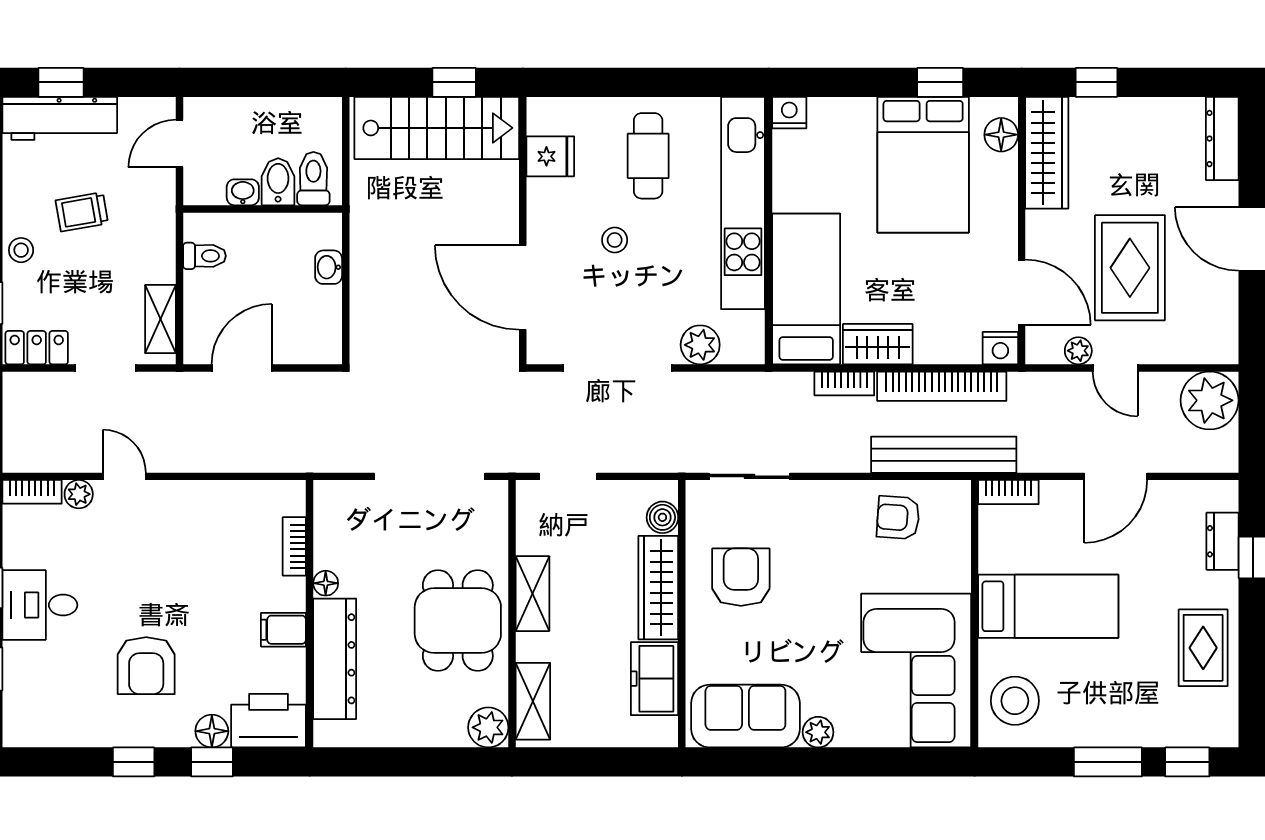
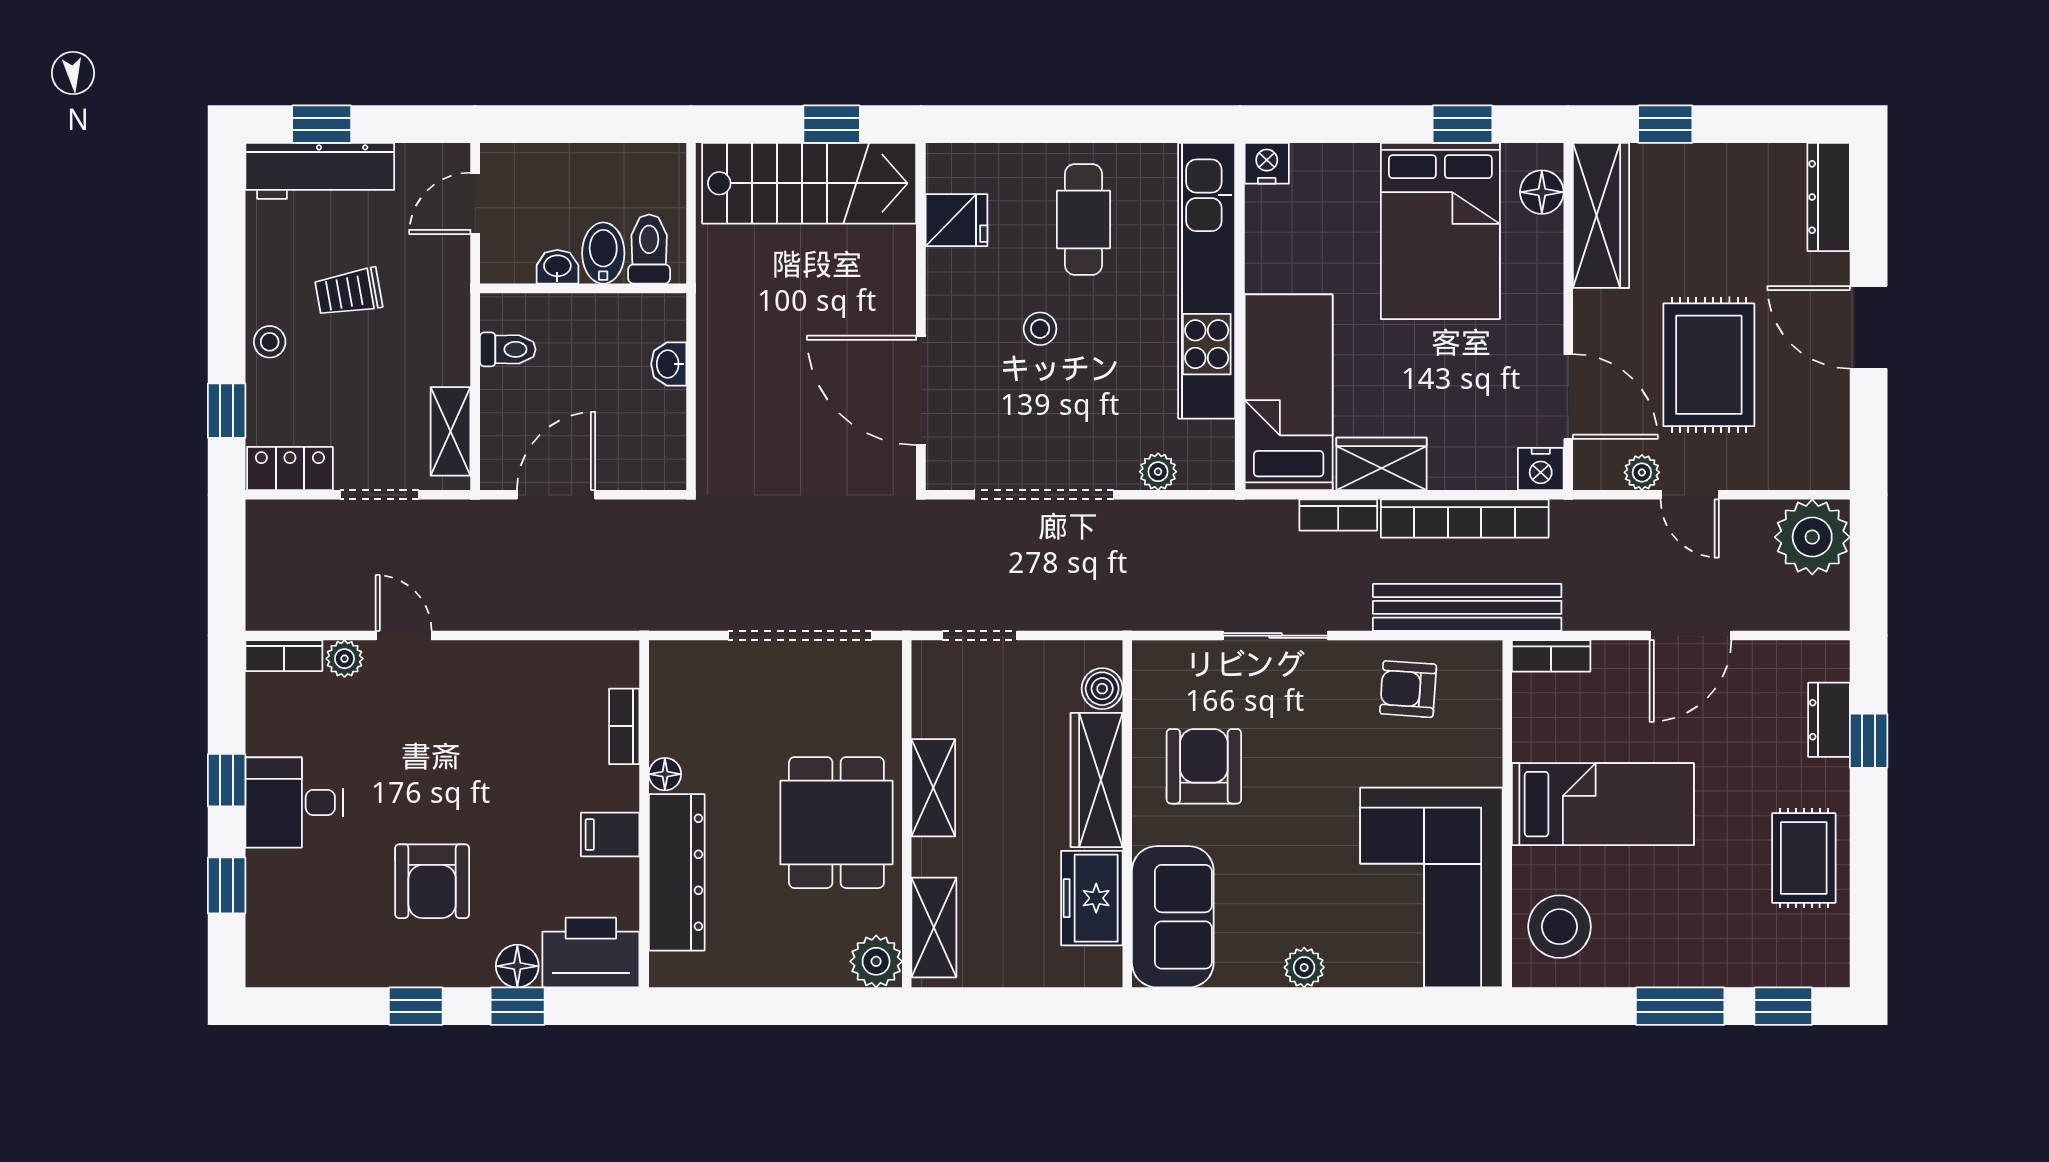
plant: (700, 345) -> (1158, 472), width x0.73, depth x0.73
sliding door: (750, 476) -> (1276, 636), moved
sofa: (745, 716) -> (1173, 917), moved, turned 90

